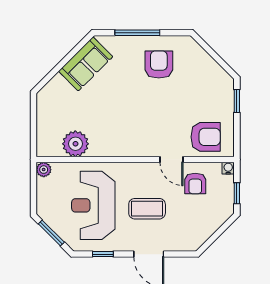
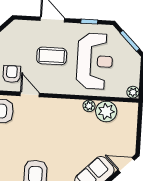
door: (47, 79) -> (126, 165), added
plant: (97, 149) -> (89, 106), added

